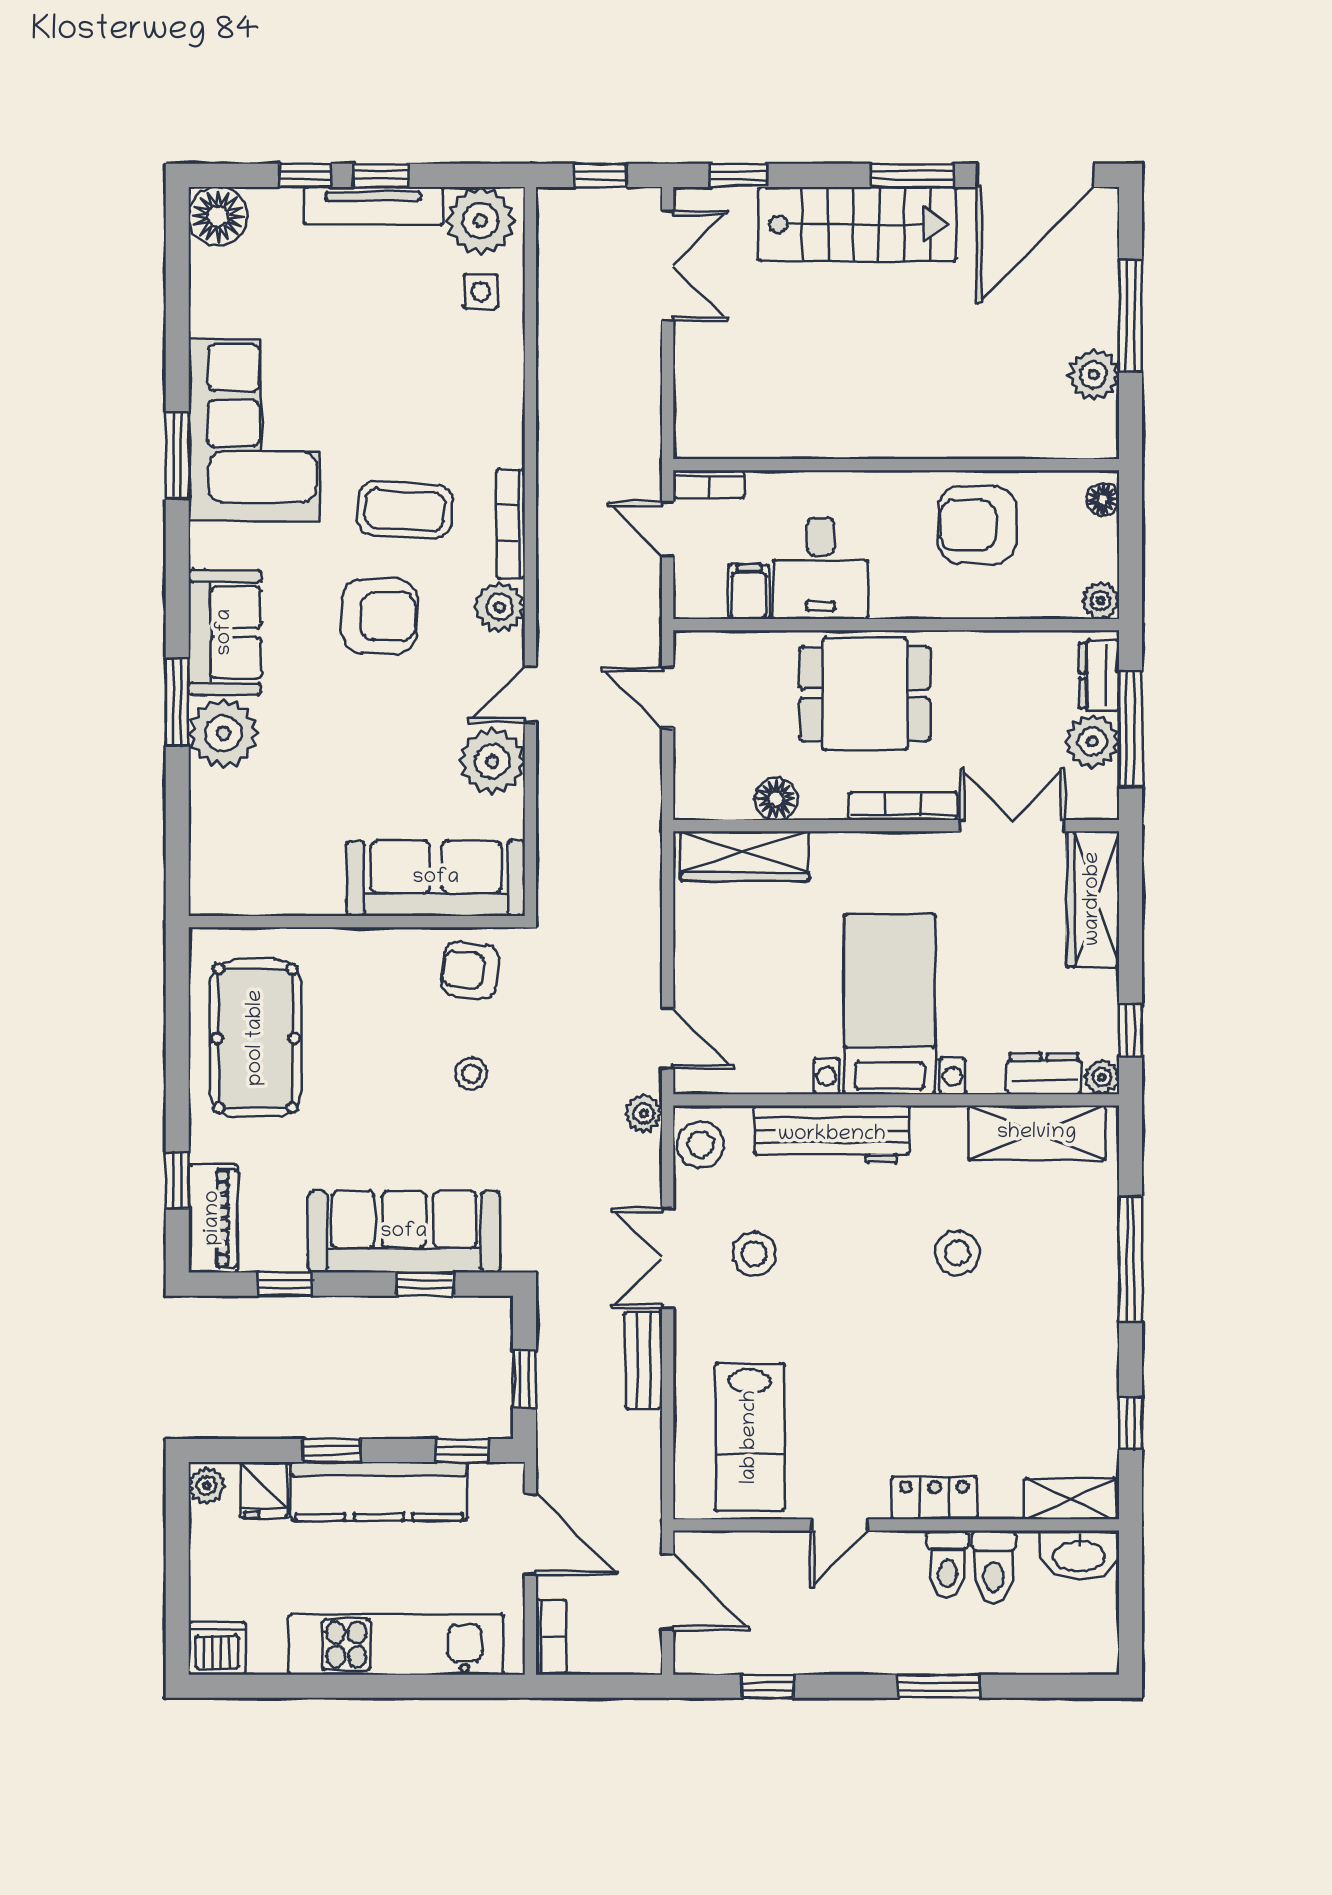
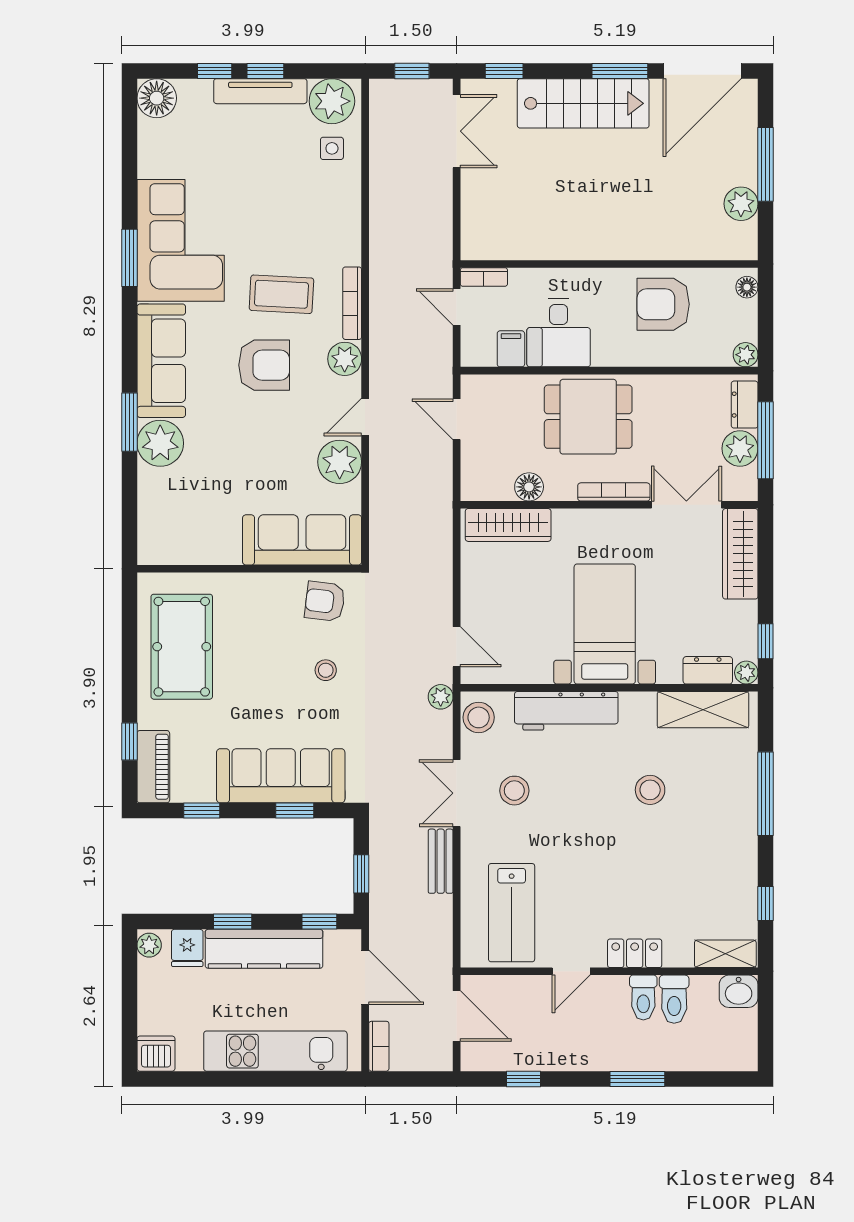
sofa: (225, 632) -> (161, 361), width x1.36
washbasin: (1079, 1555) -> (739, 991), width x0.72

